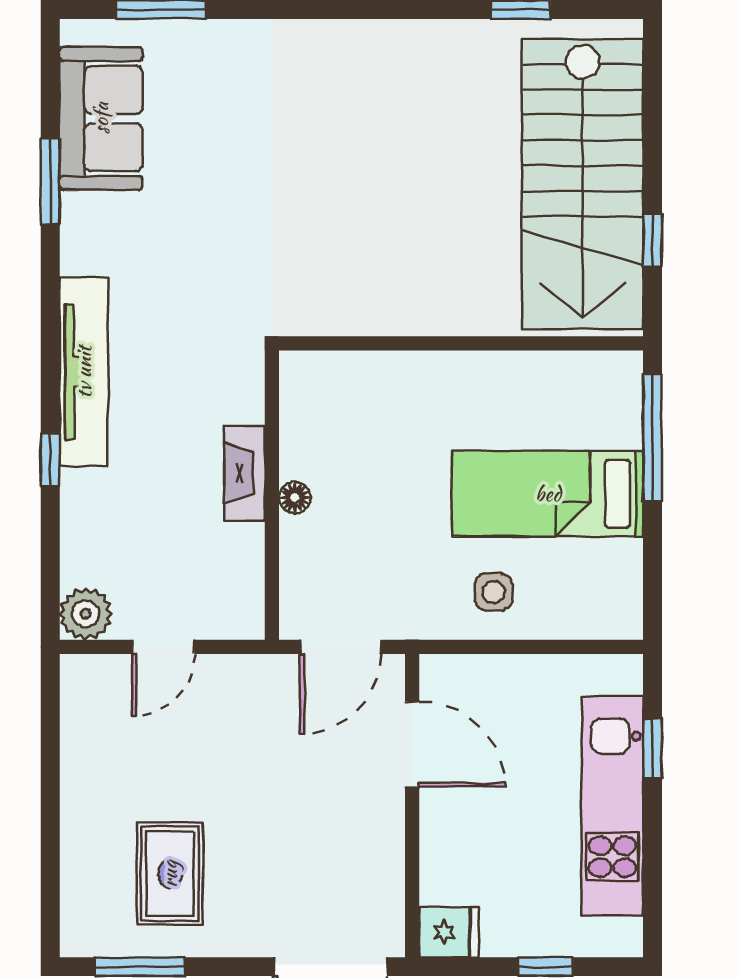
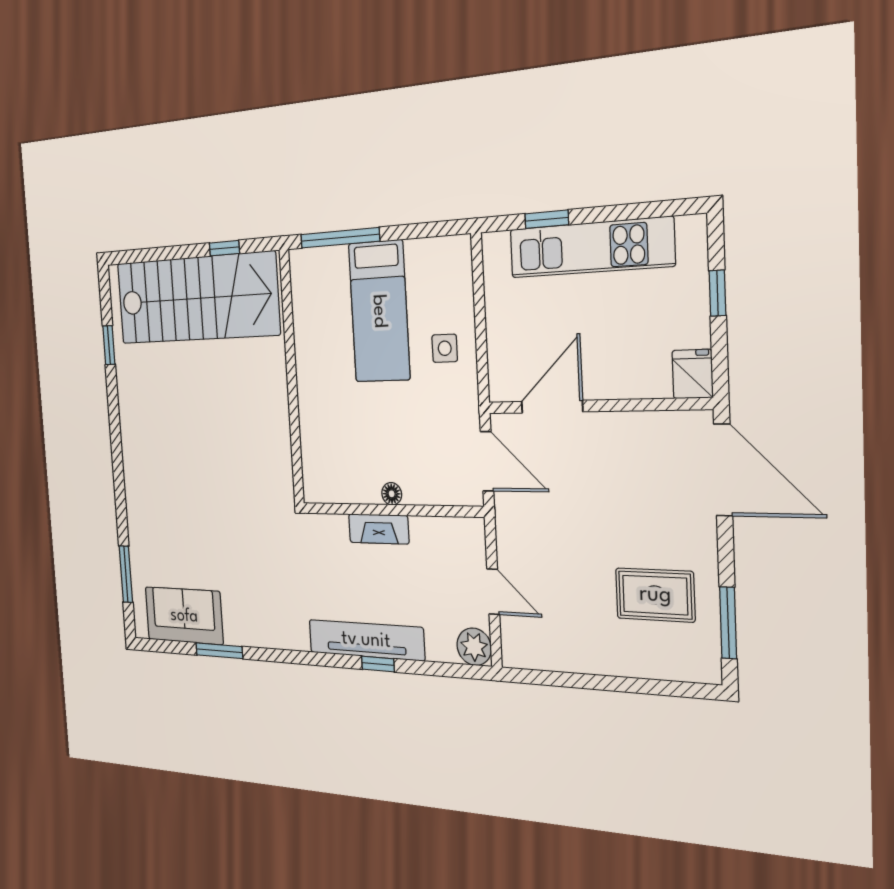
tv unit: (84, 372) -> (366, 640), moved

